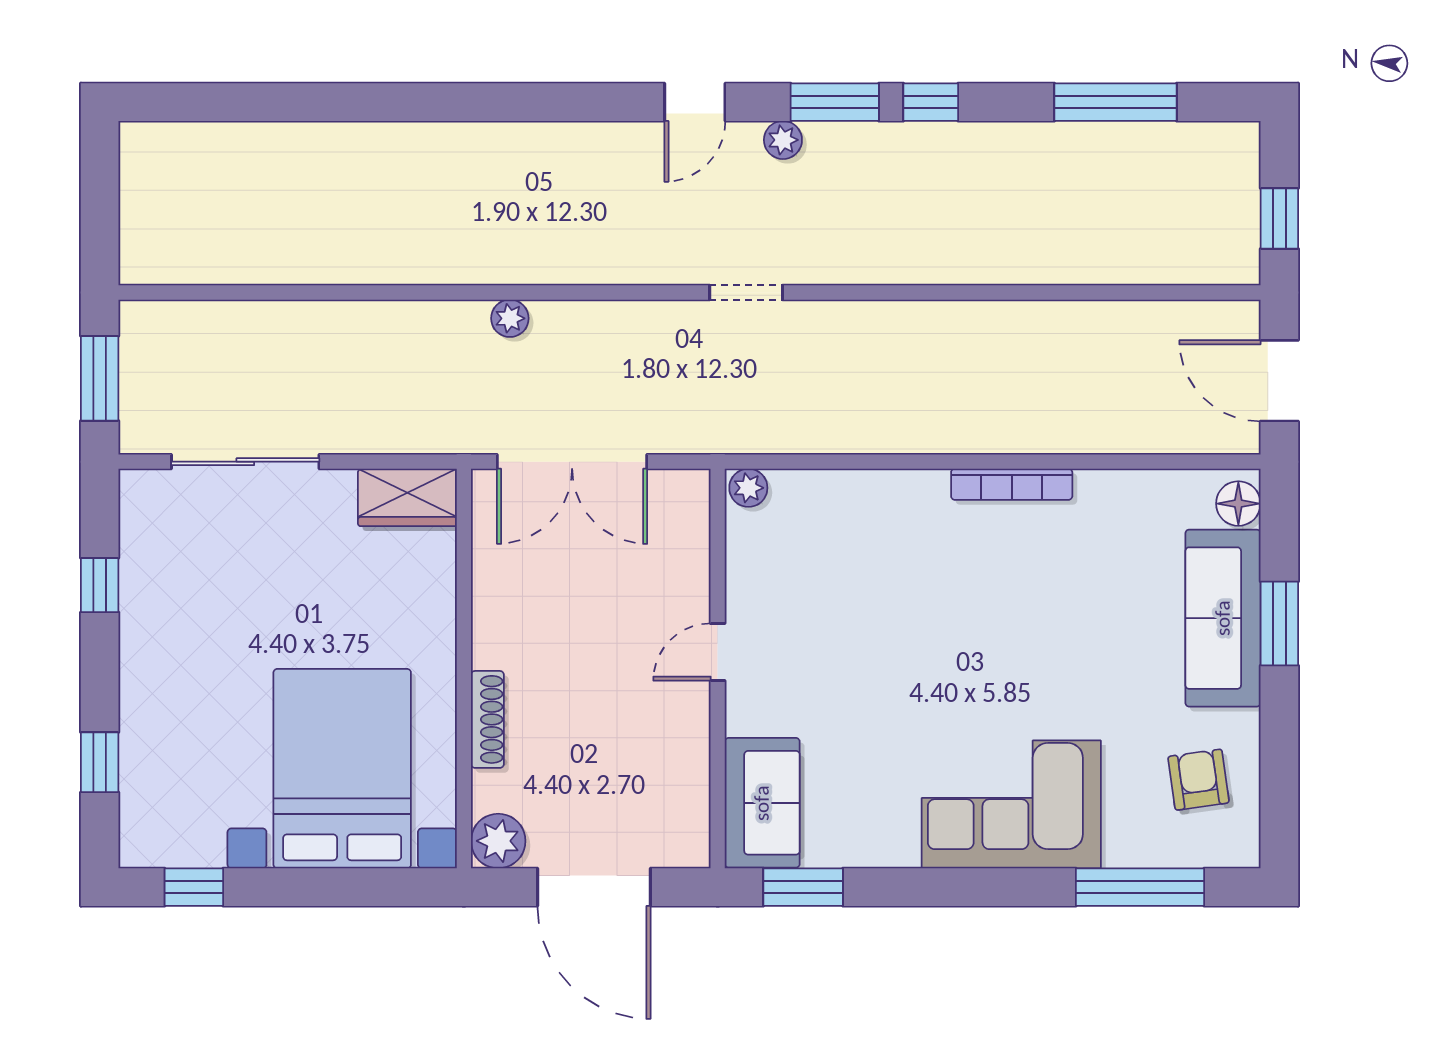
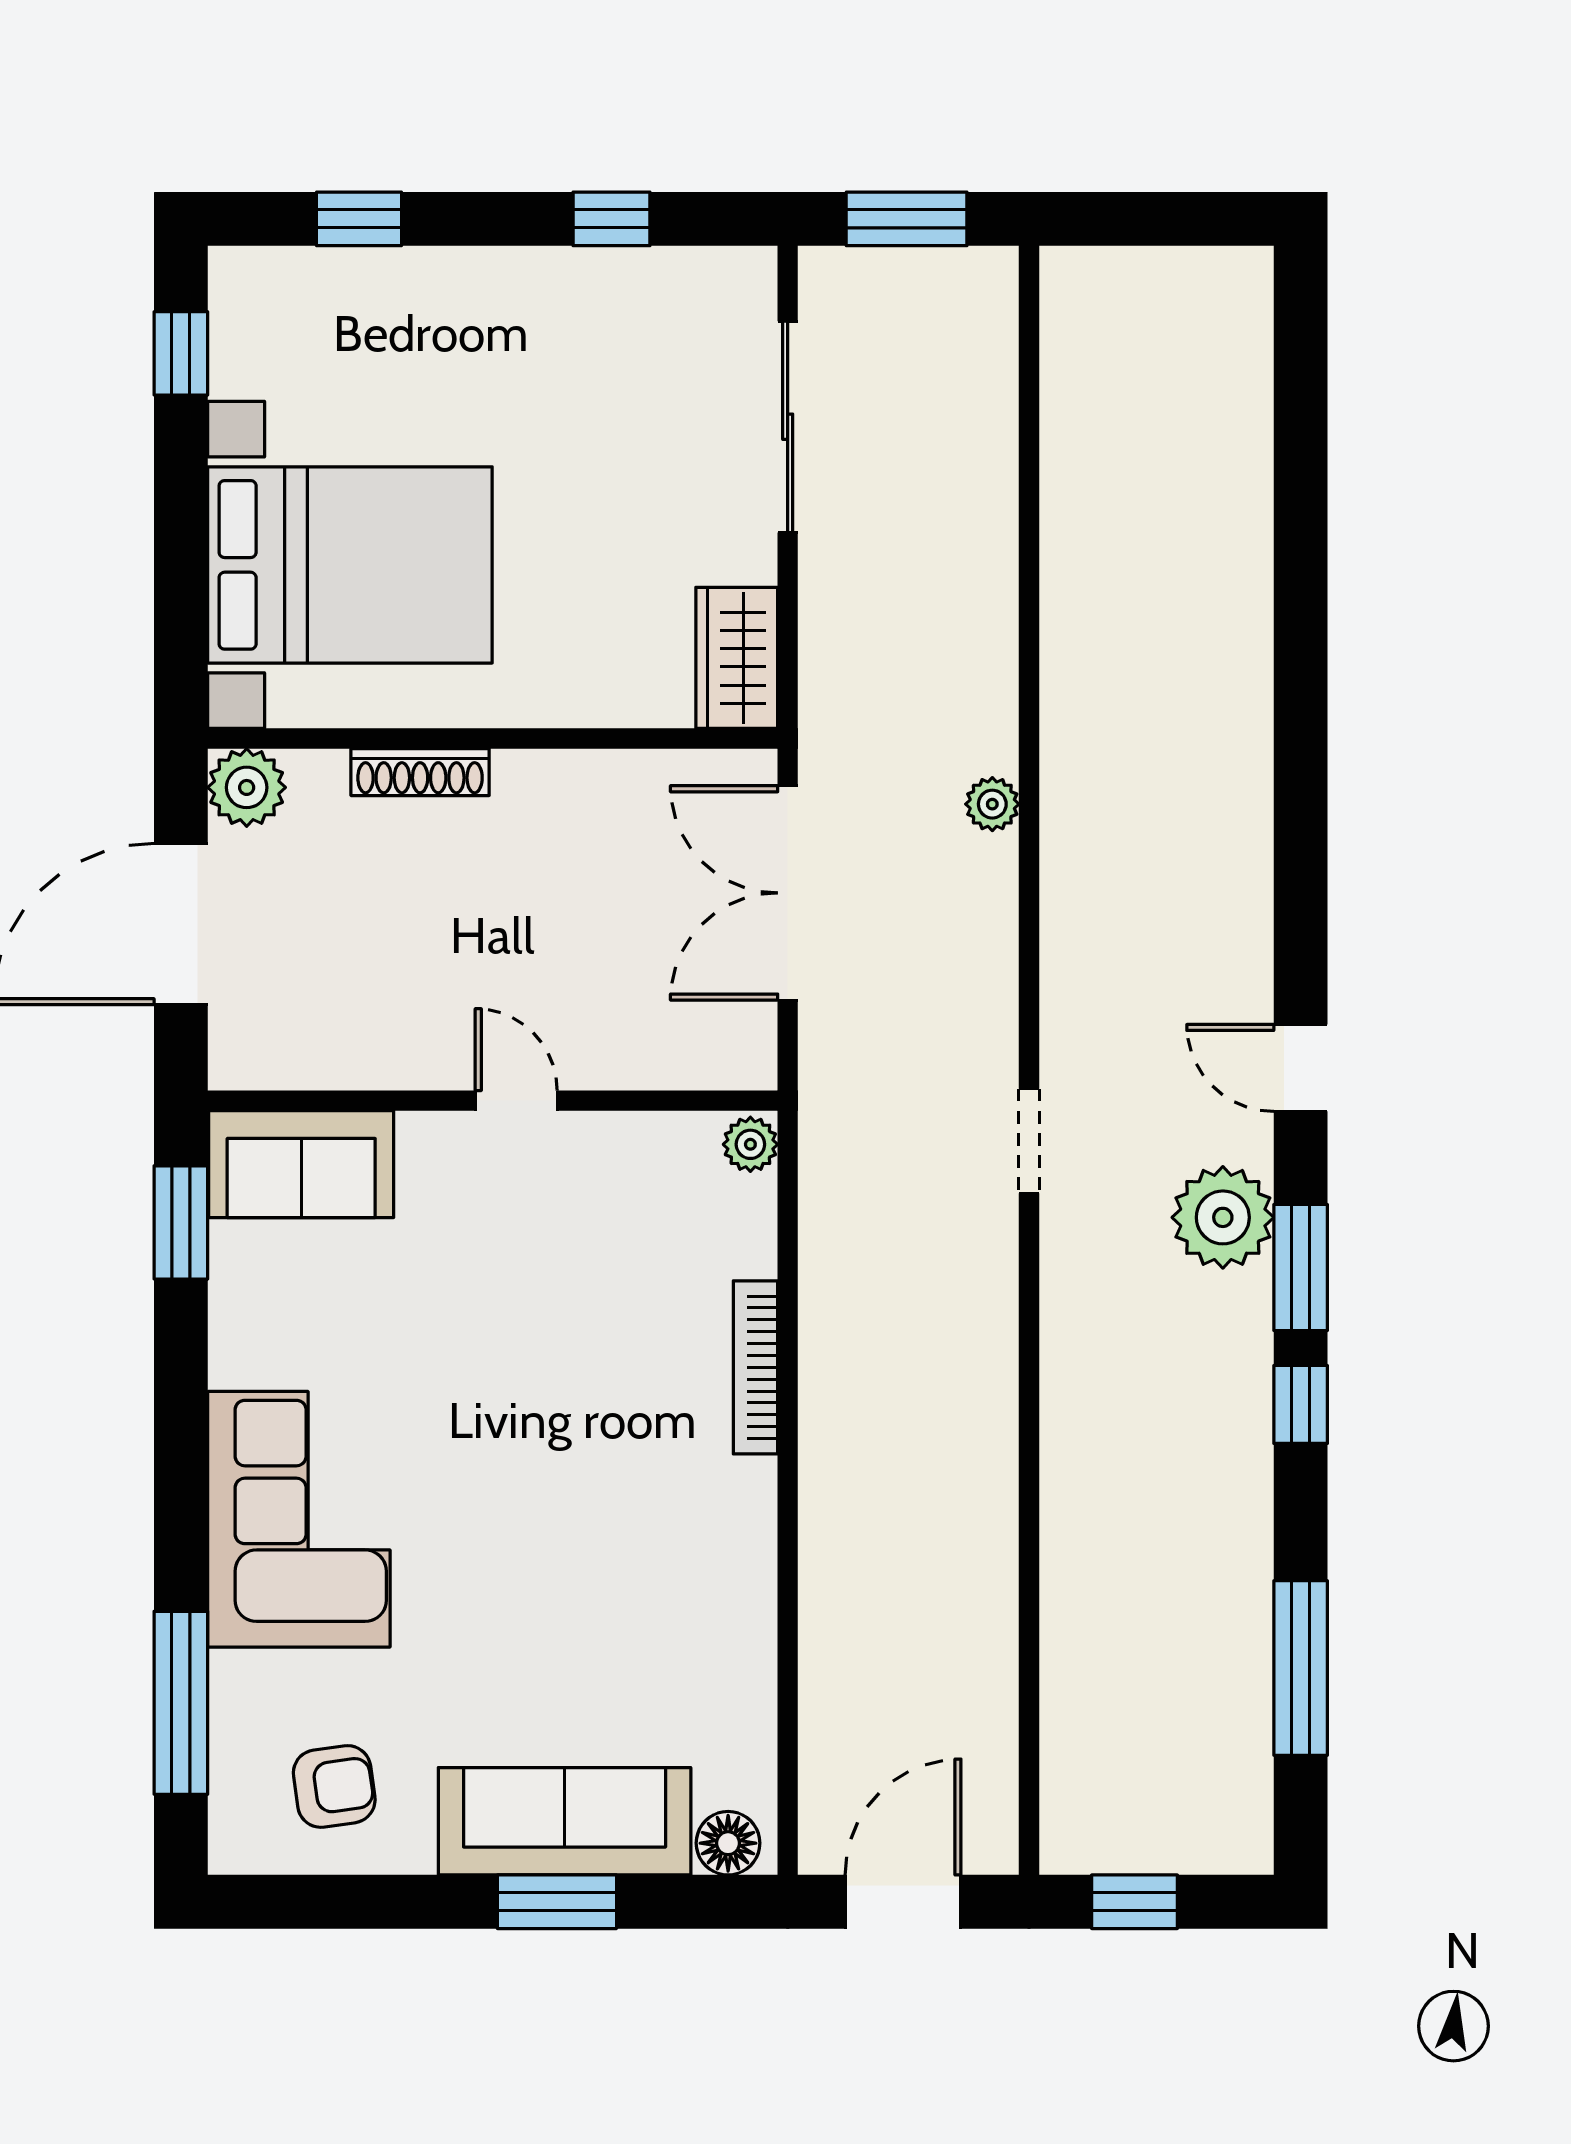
plant: (783, 140) -> (1223, 1217), width x1.88, depth x1.88
bookcase: (1012, 484) -> (755, 1367), moved

